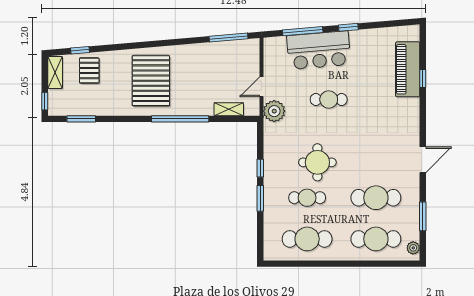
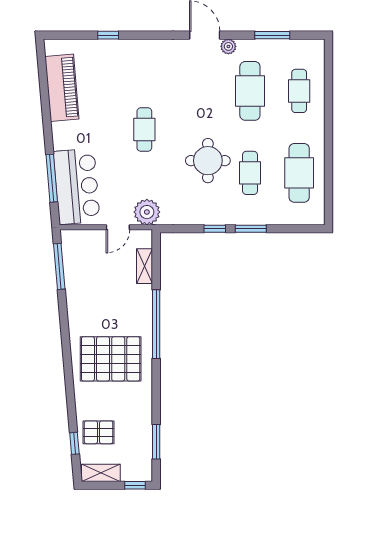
window: (348, 27) -> (47, 124), removed
bar counter: (319, 50) -> (77, 186), moved
piano: (408, 69) -> (62, 88), moved, turned -95
door: (261, 87) -> (118, 227), hinge flipped
cafe table: (329, 99) -> (144, 130), moved
cafe table: (376, 239) -> (299, 91), width x0.73, depth x0.74
plant: (413, 248) -> (228, 46), moved

